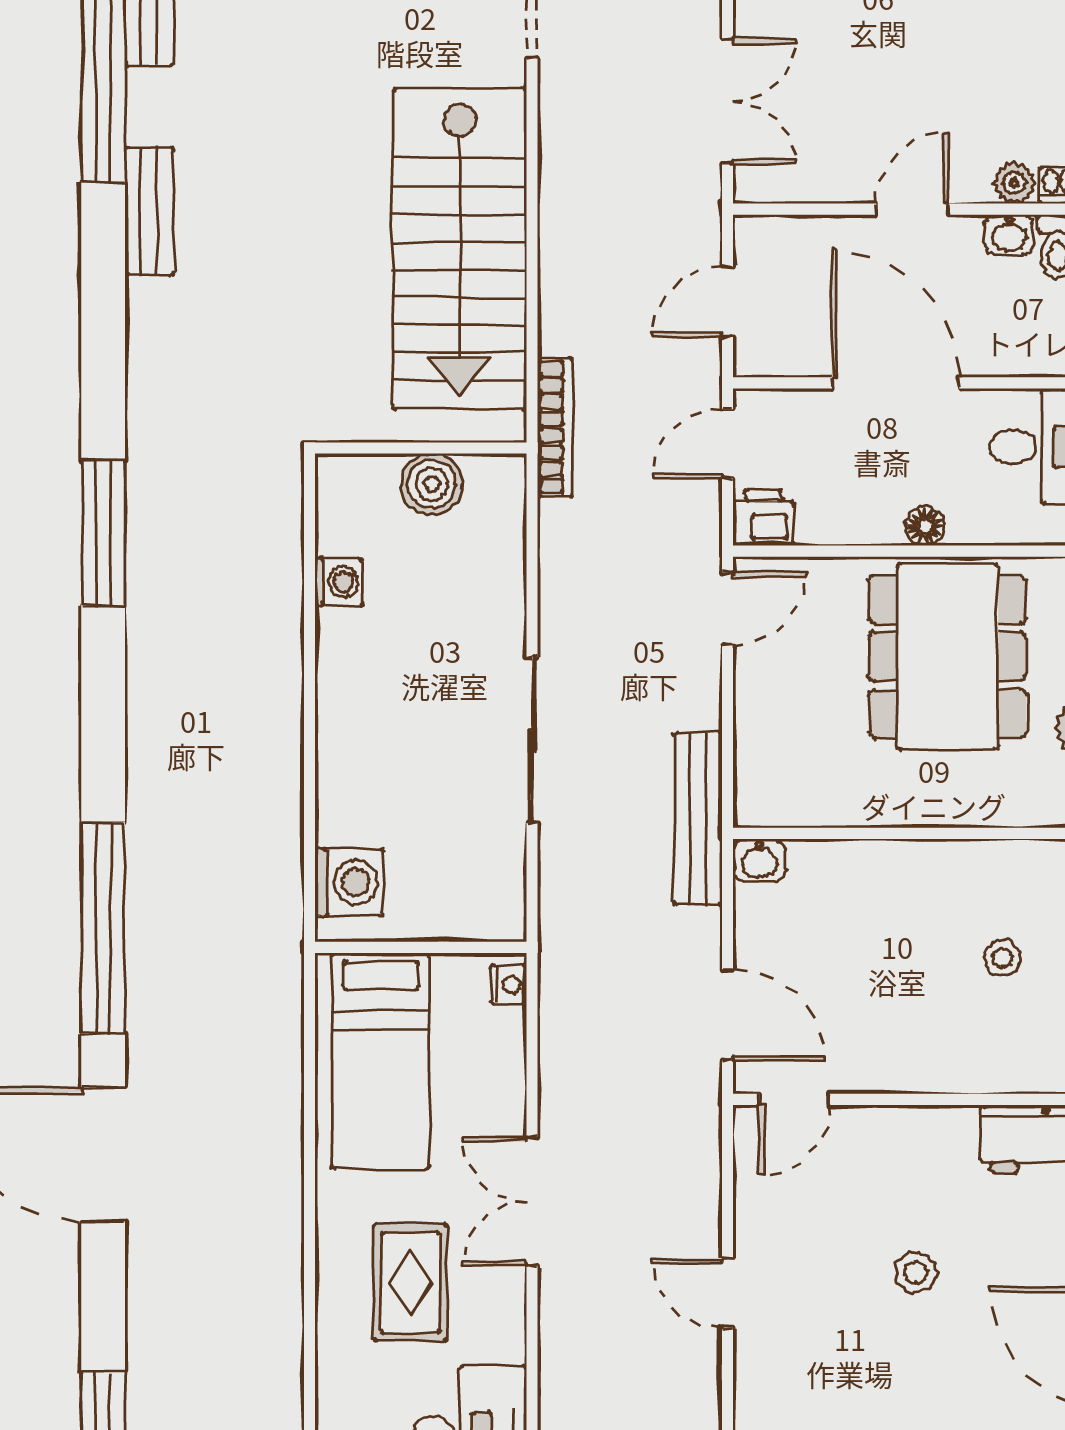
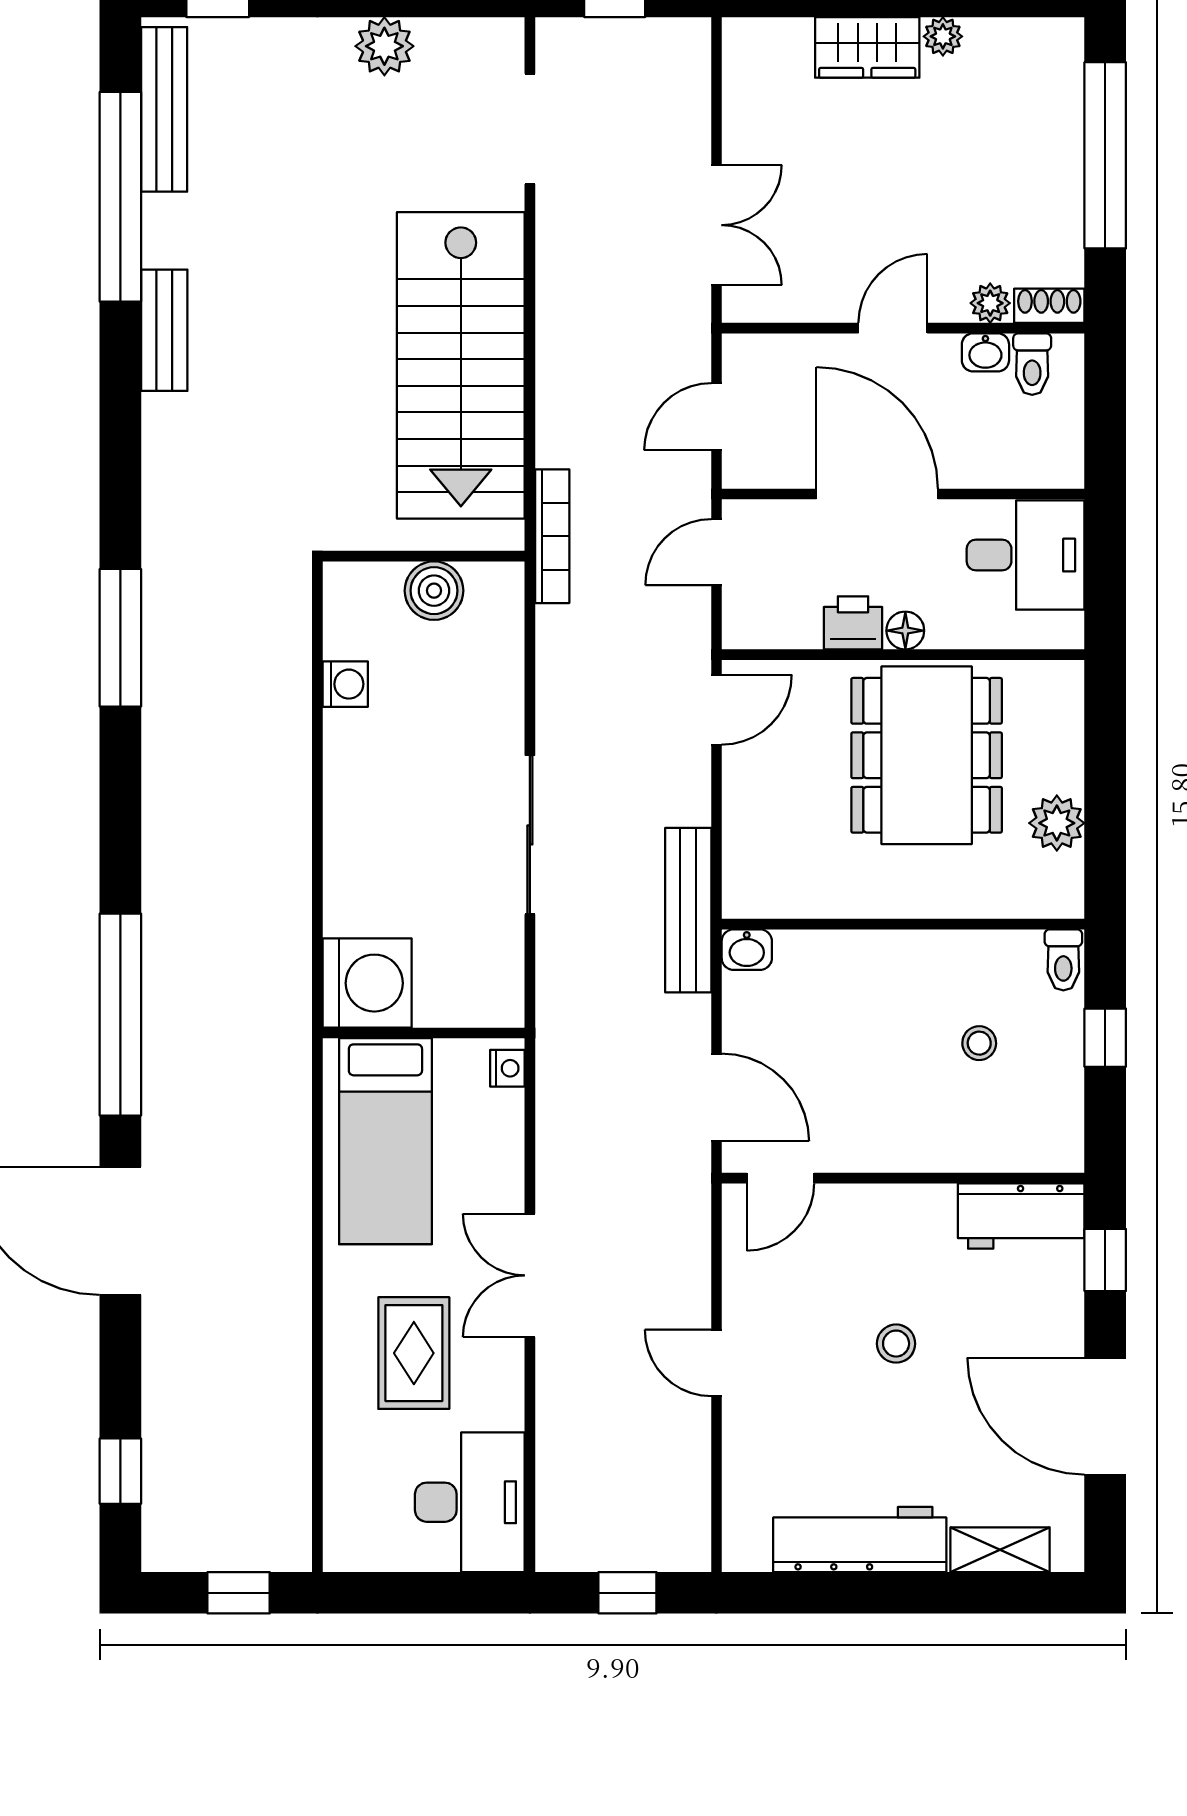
printer: (763, 518) -> (853, 623), moved
washing machine: (349, 882) -> (367, 983), width x1.37, depth x1.37

